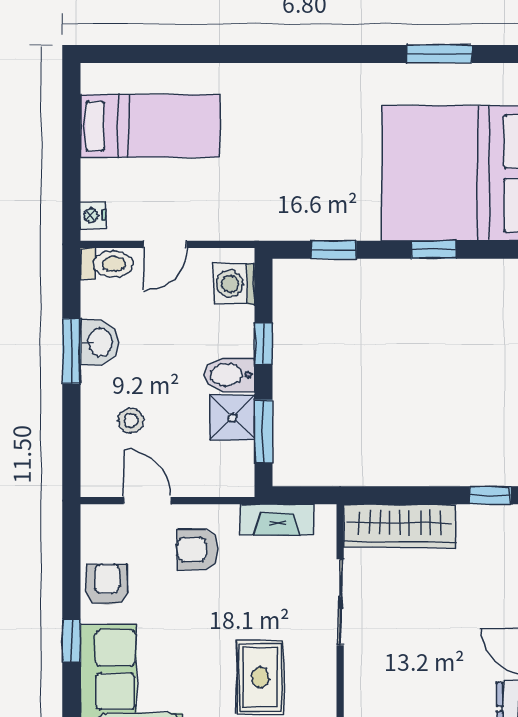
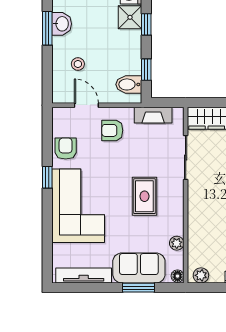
bidet: (230, 375) -> (129, 84), moved
shower: (232, 418) -> (130, 17), moved
window: (264, 431) -> (146, 70), width x0.67

